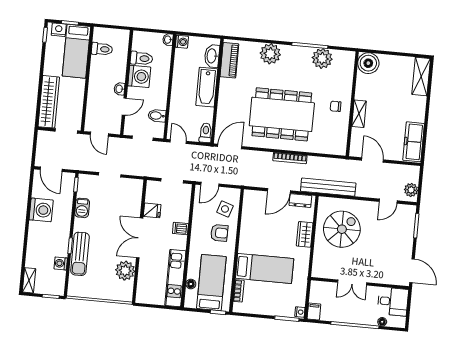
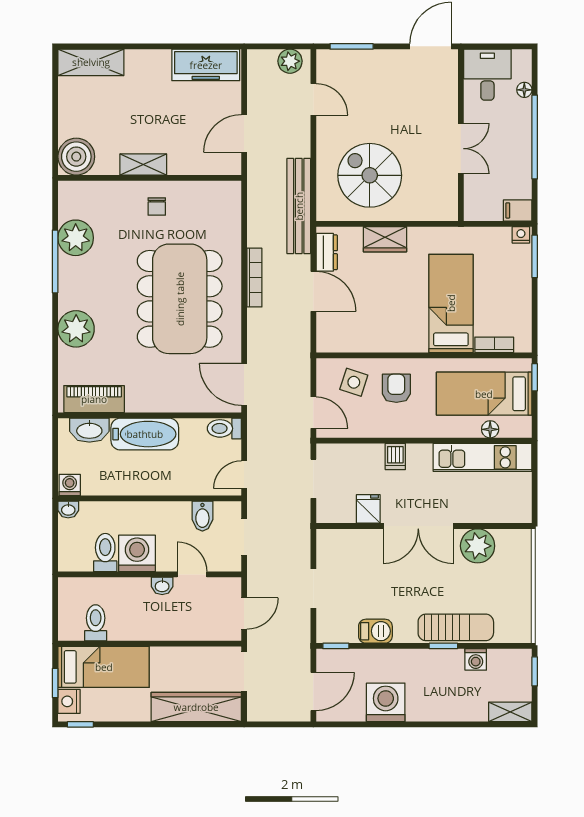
shelving: (359, 114) -> (143, 164), moved

